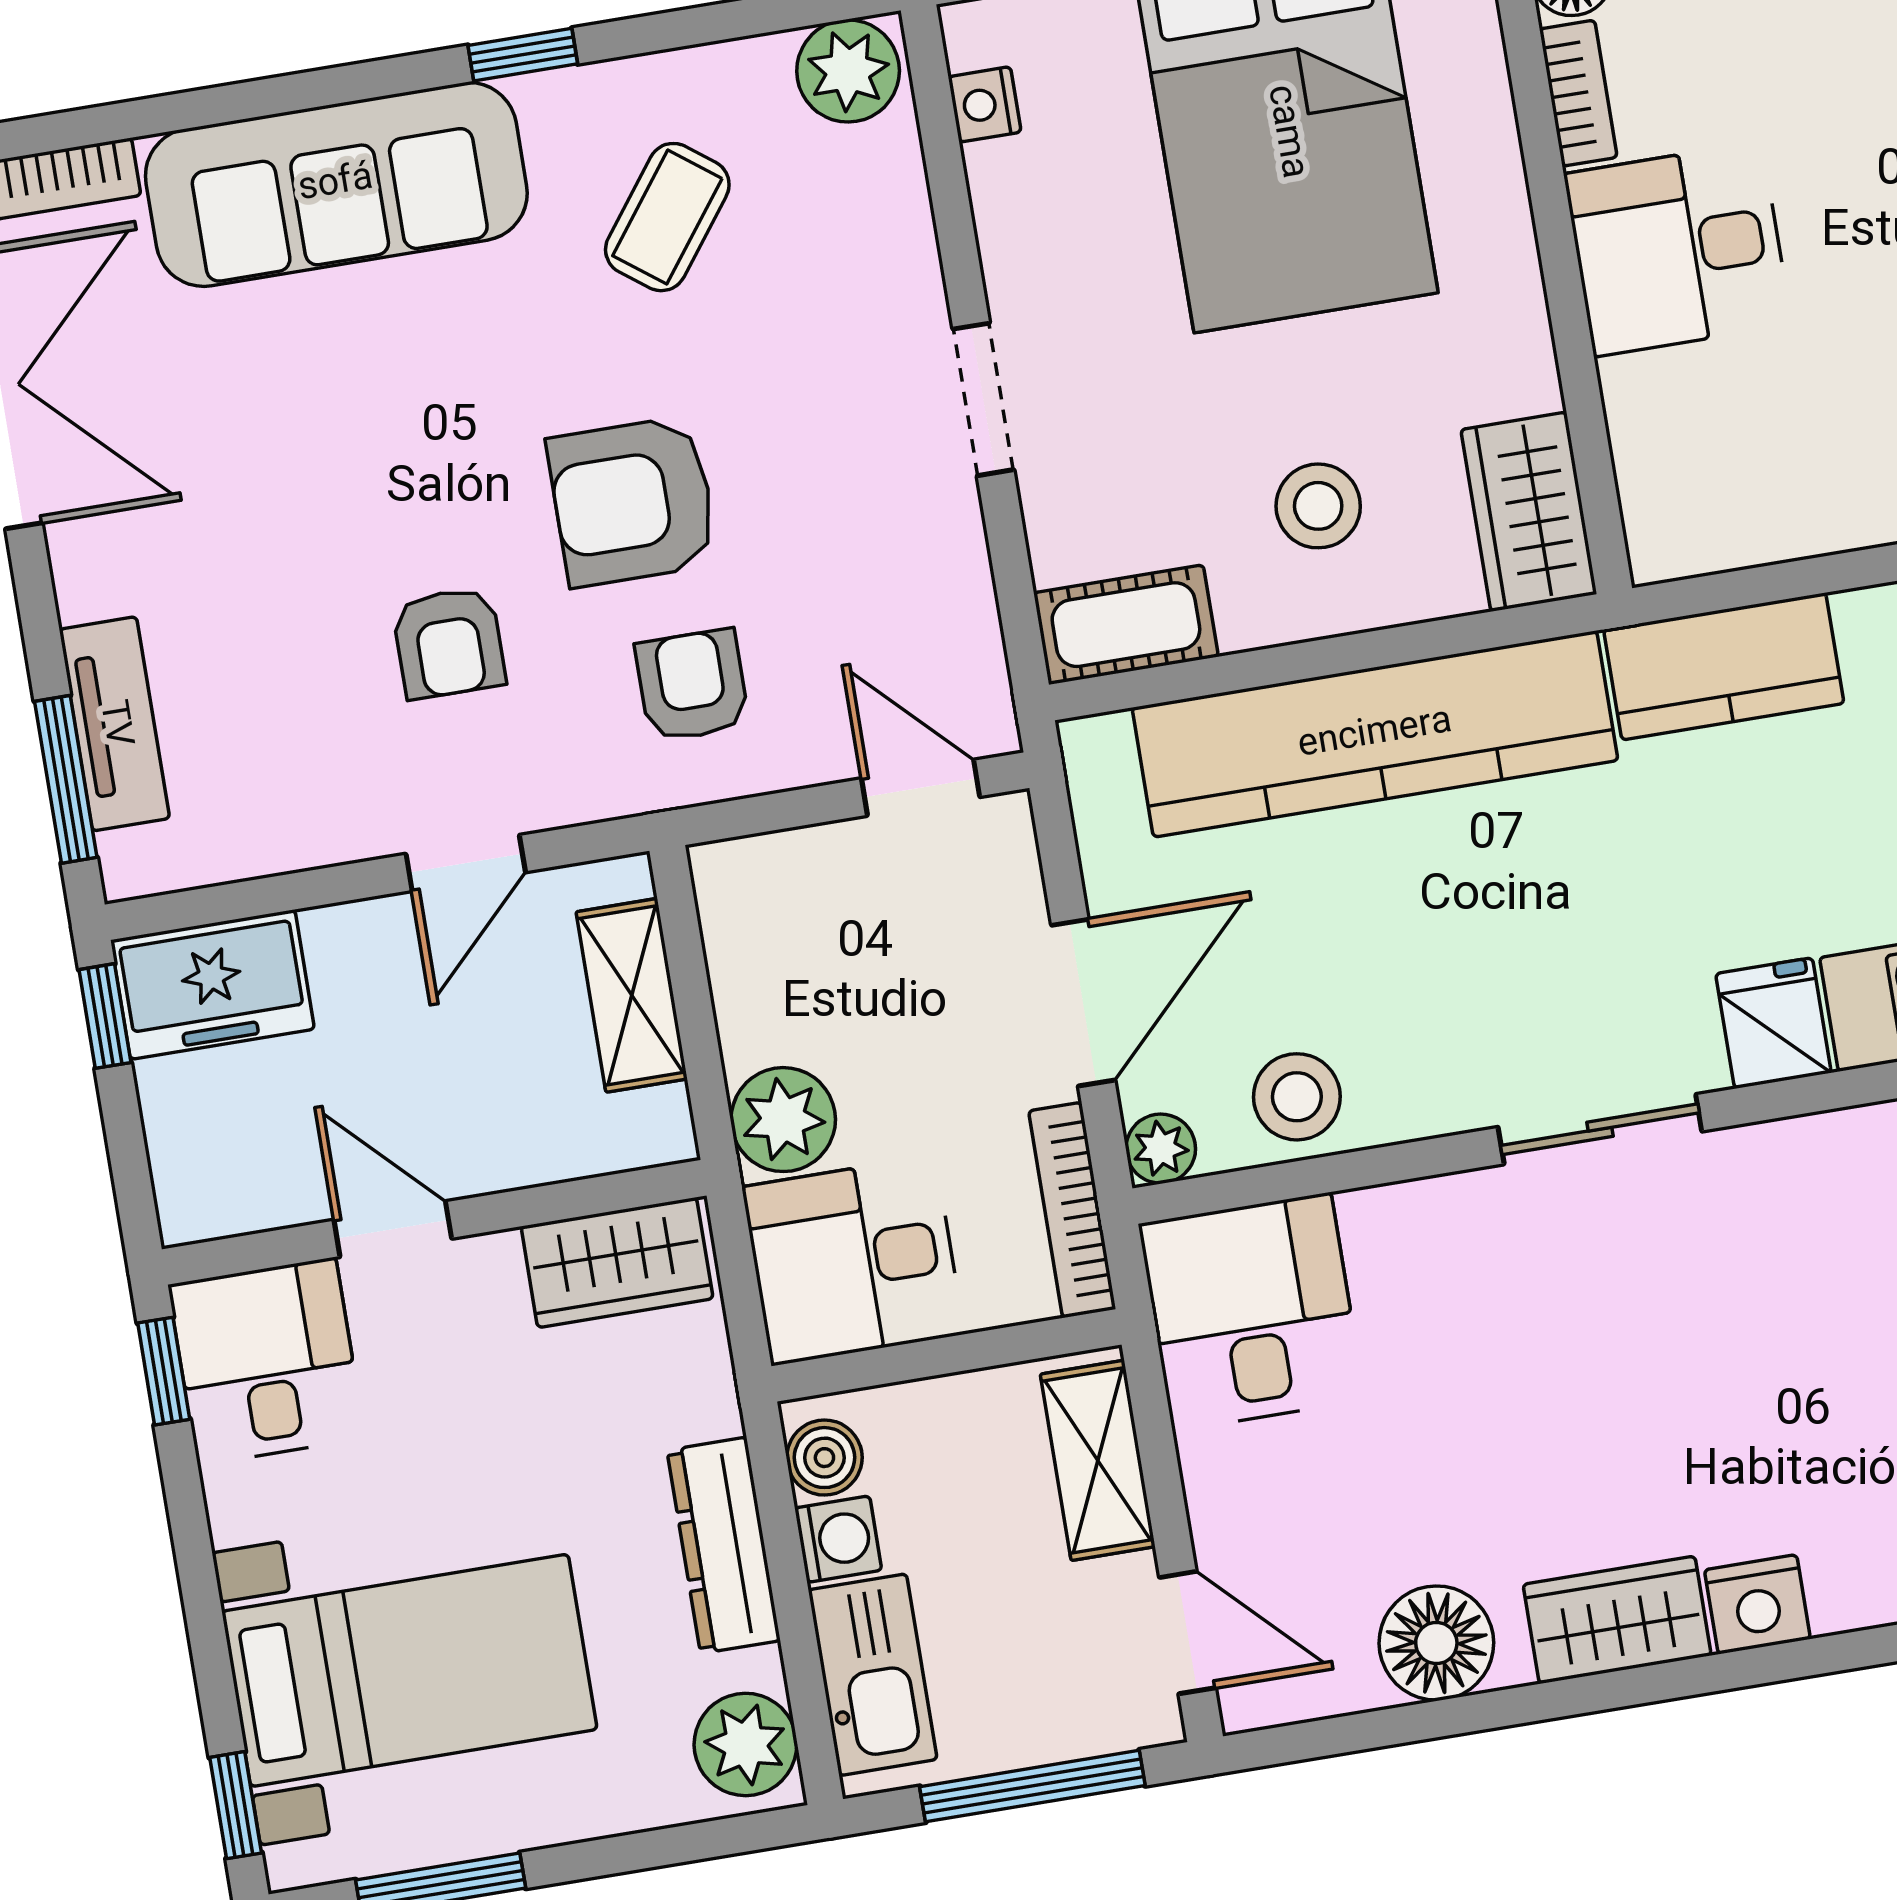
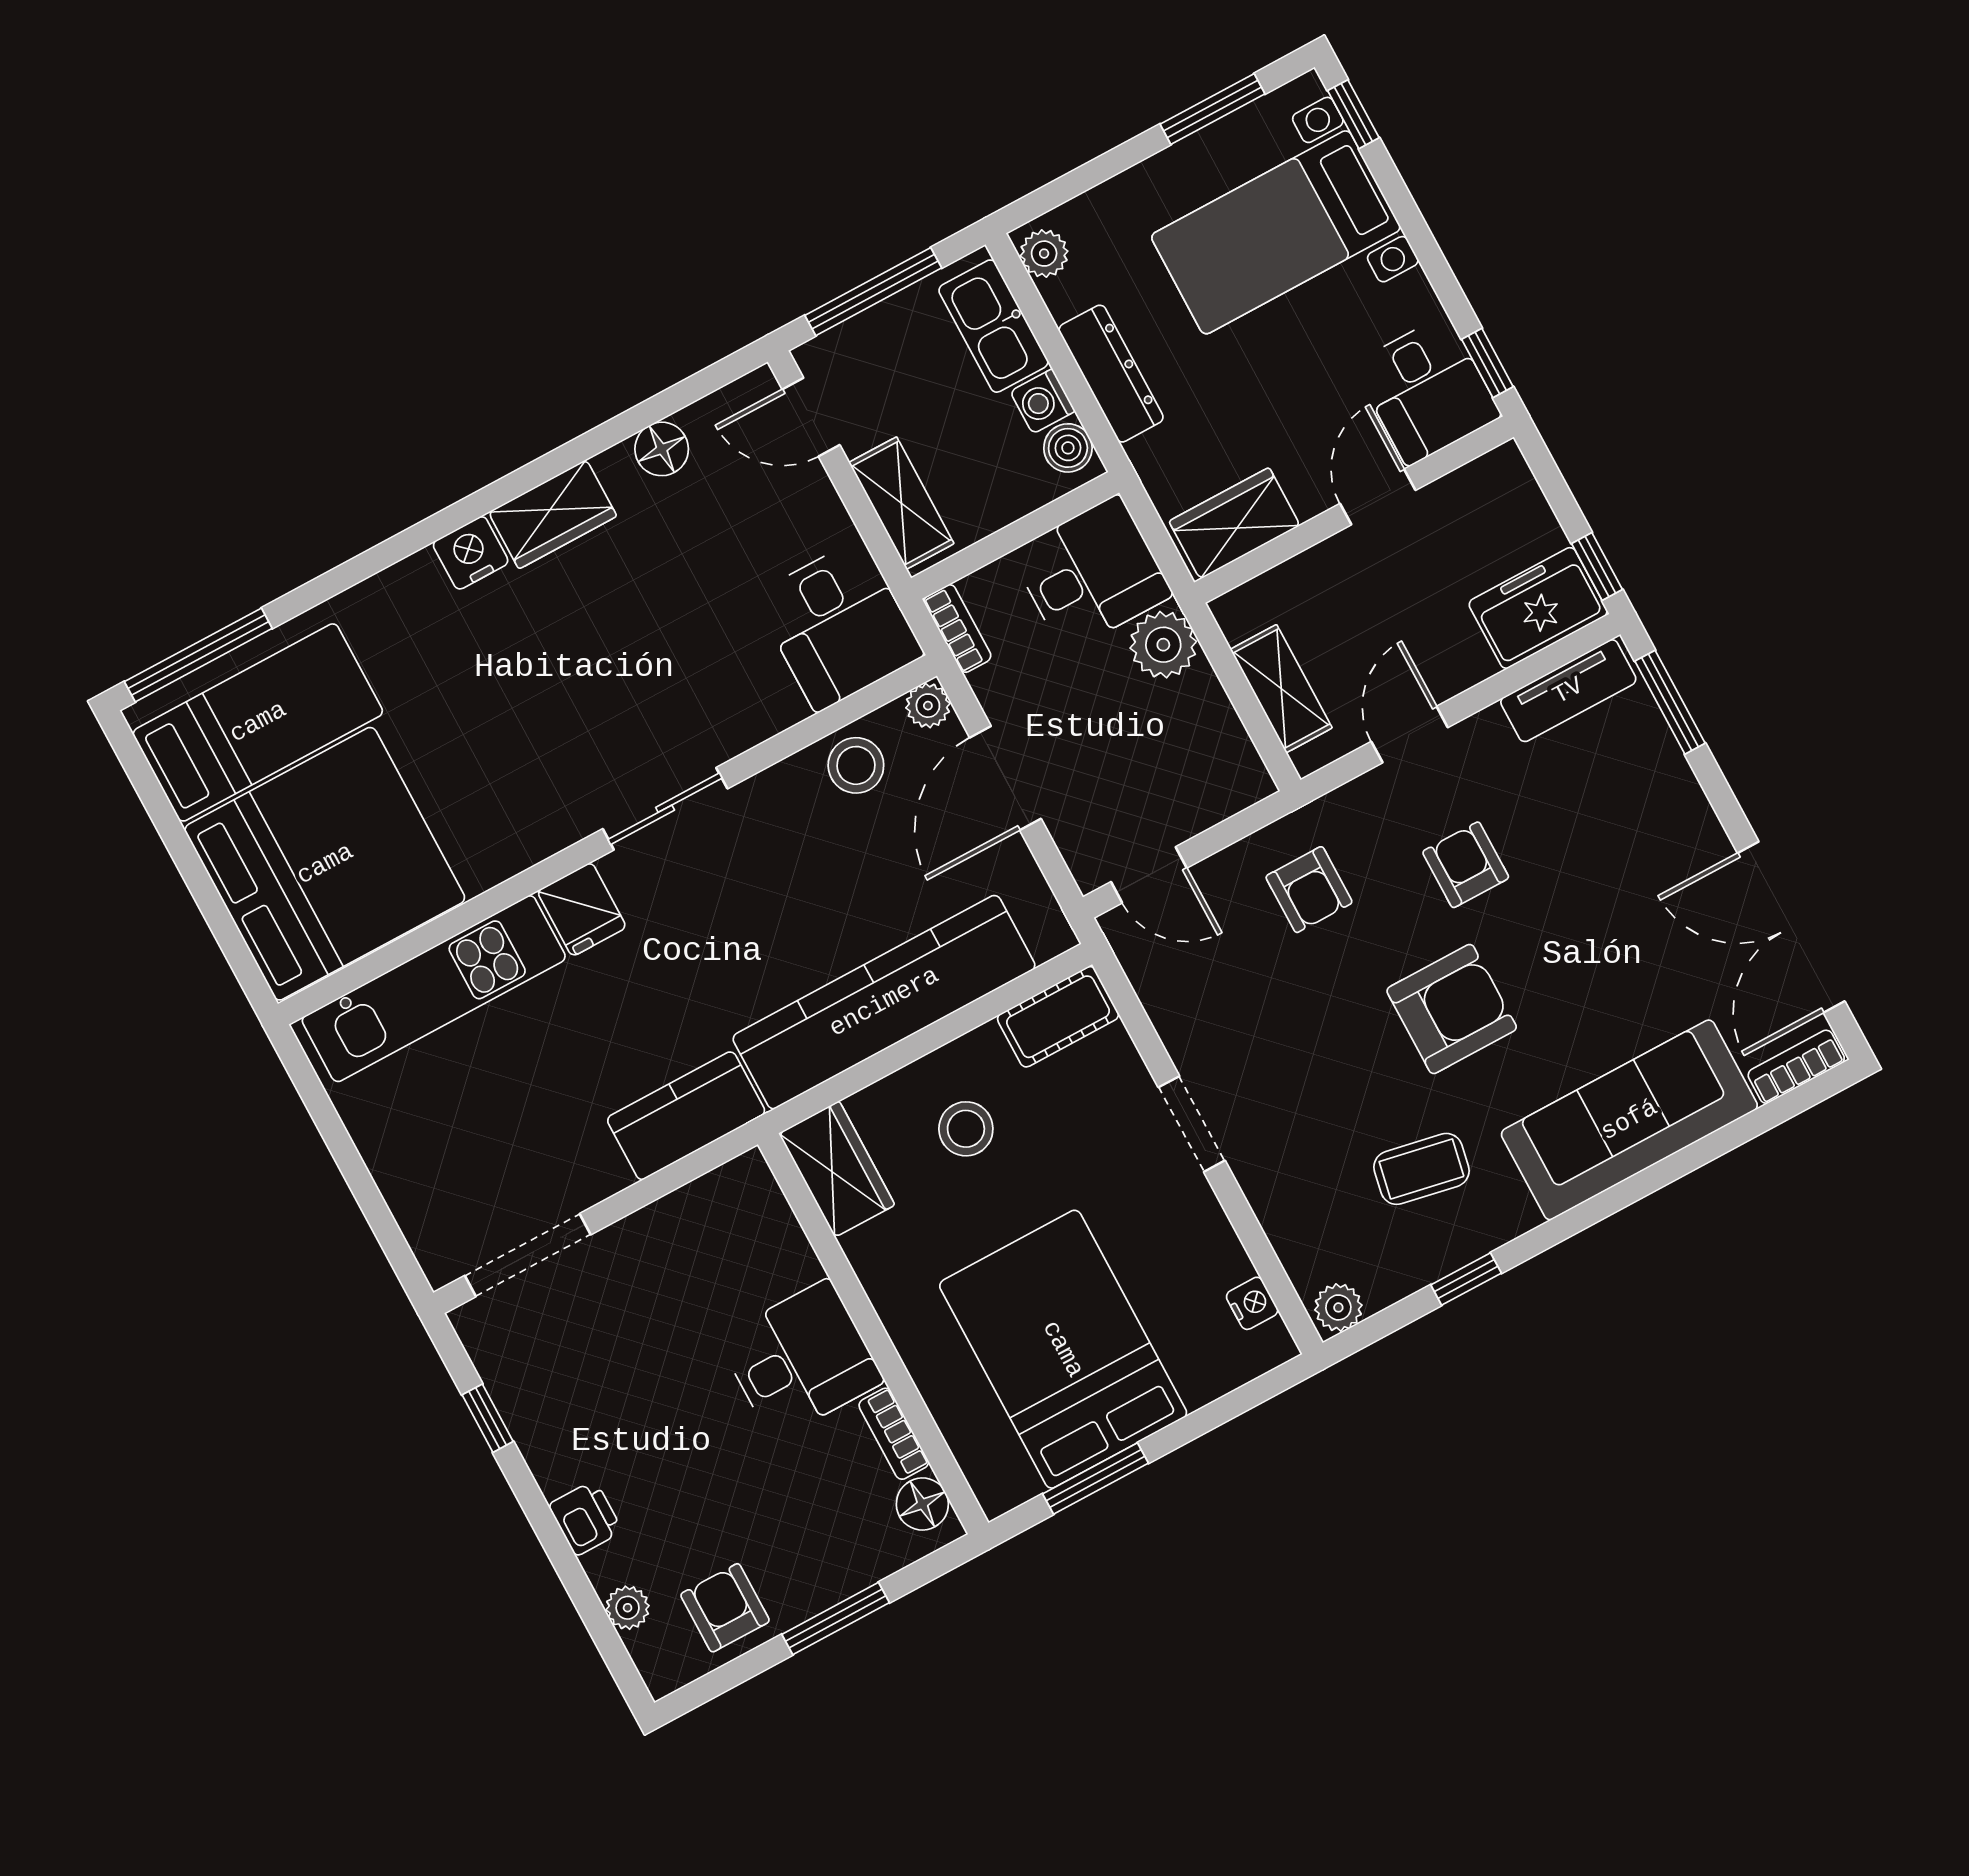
window: (523, 55) -> (1466, 1279), moved
plant: (848, 71) -> (1338, 1307), width x0.73, depth x0.73
coffee table: (667, 217) -> (1421, 1169), turned 64
armchair: (633, 501) -> (1452, 1009), moved
tv unit: (114, 724) -> (1568, 691), moved, turned -90
bookcase: (1072, 1210) -> (957, 628), width x0.64
door: (393, 1229) -> (1378, 497), swing flipped
floor lamp: (1436, 1643) -> (662, 449), width x0.73, depth x0.73
plant: (746, 1744) -> (1044, 254), width x0.73, depth x0.73

